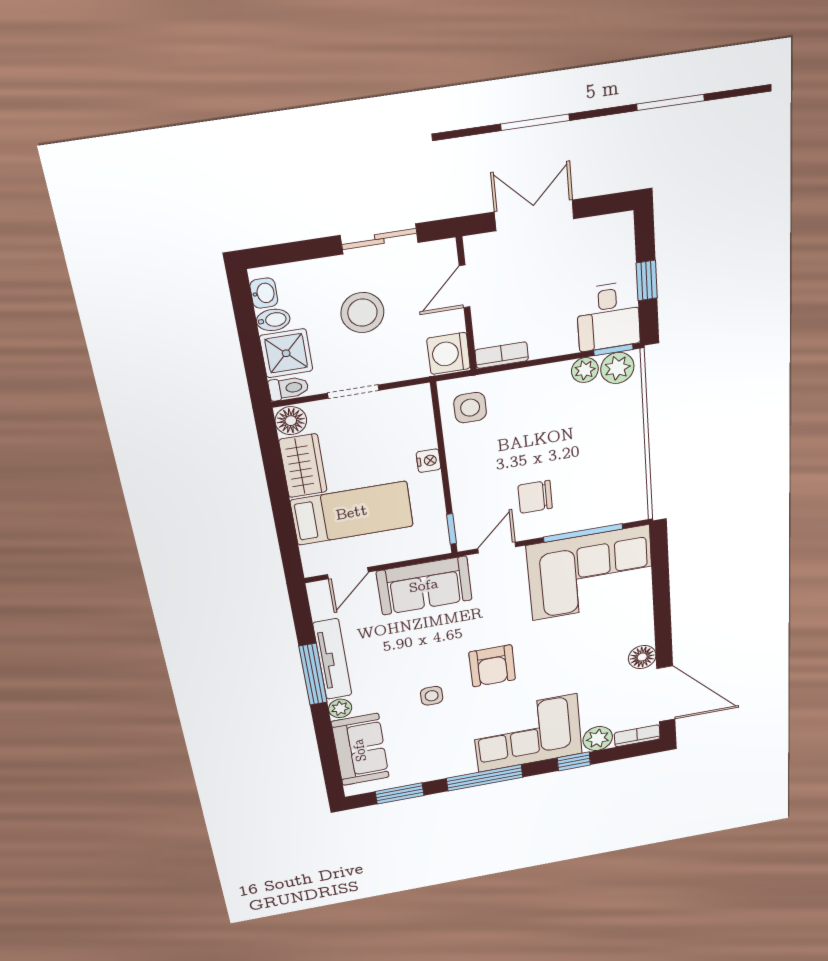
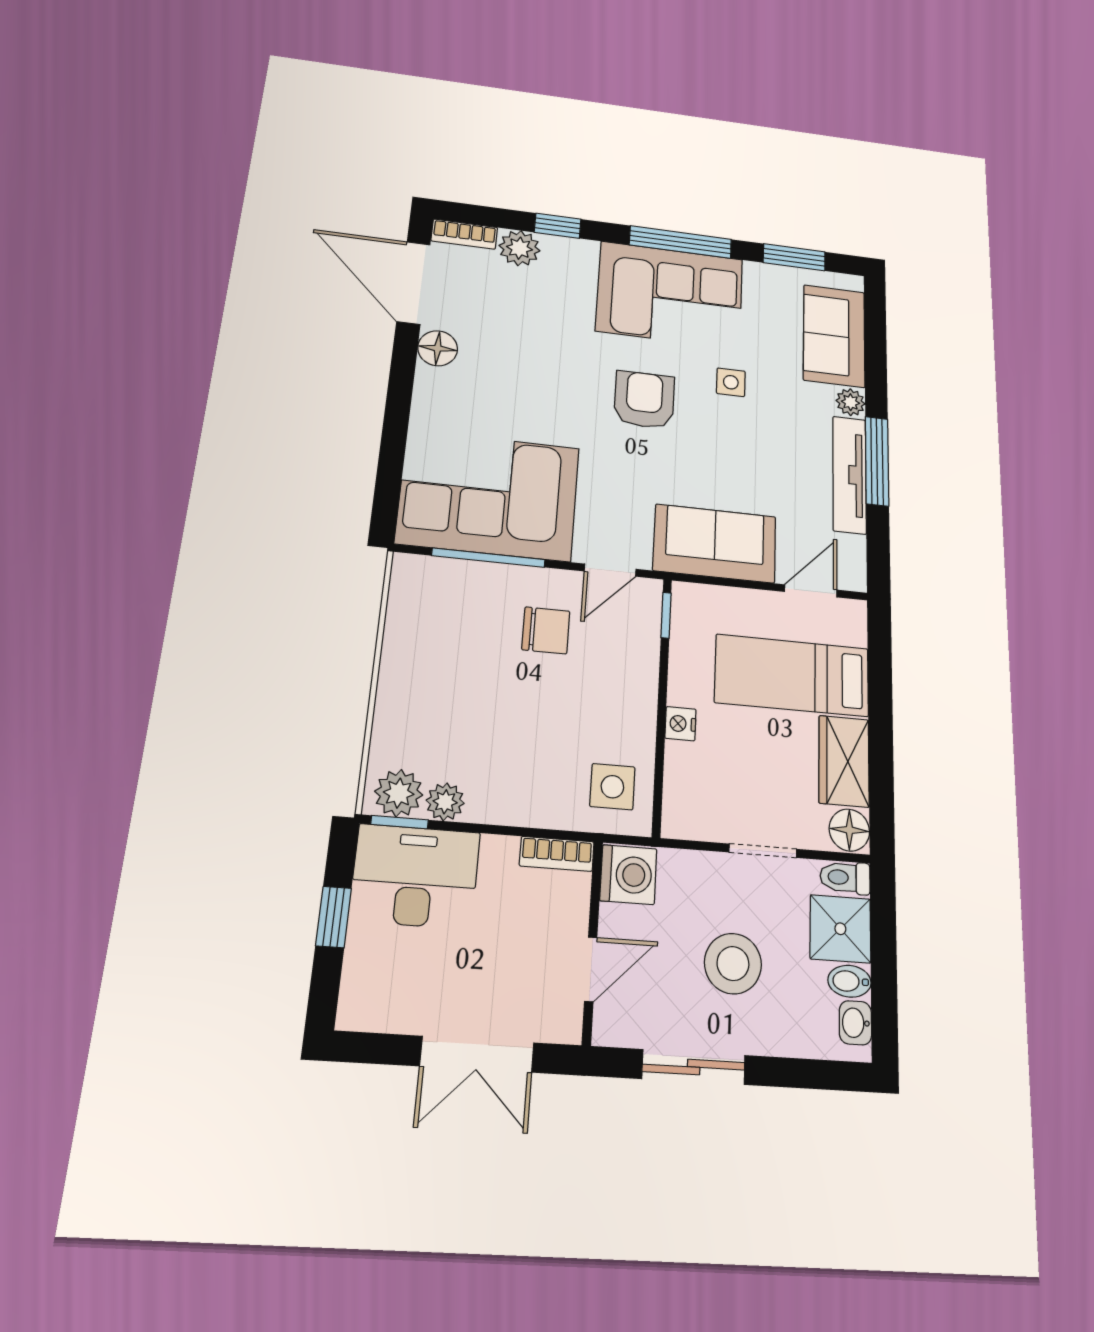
desk: (608, 316) -> (415, 876), width x1.37
corner sofa: (527, 733) -> (670, 295), moved

